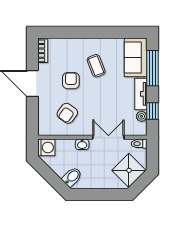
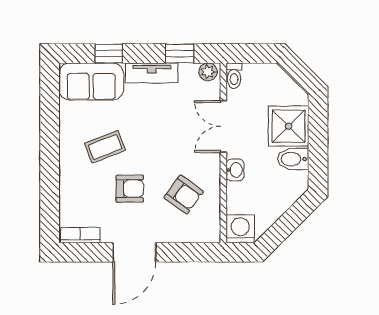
window: (153, 68) -> (109, 54), width x0.46
armchair: (71, 81) -> (130, 189), turned 180
plant: (142, 116) -> (208, 72), moved
shower: (129, 170) -> (289, 126), moved, turned 45
bidet: (72, 177) -> (293, 159), moved, turned -45

